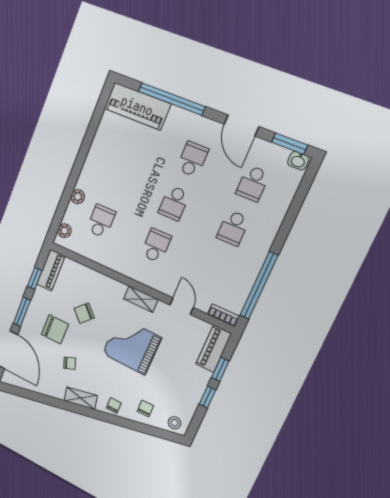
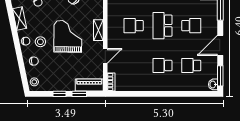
school desk: (174, 203) -> (162, 26), width x1.85
school desk: (156, 246) -> (134, 26), turned 180
window: (259, 286) -> (137, 94), removed
stool: (123, 386) -> (40, 42), added

